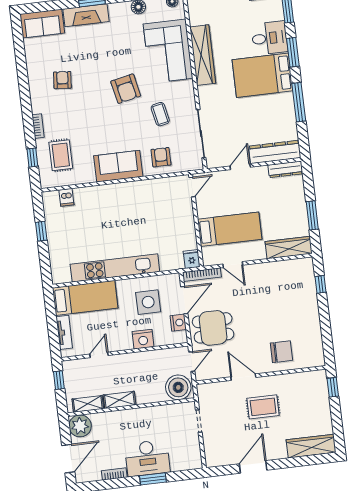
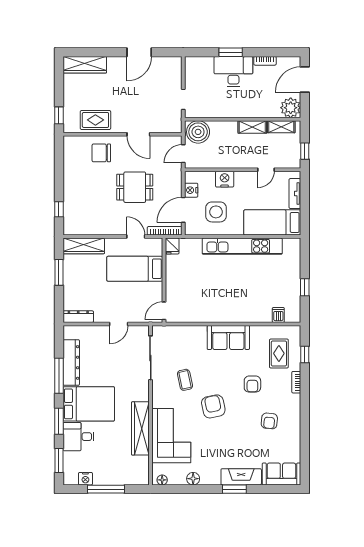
dresser: (275, 152) -> (71, 362), moved, turned -90
armchair: (161, 157) -> (252, 384), moved
dining table: (213, 328) -> (135, 187), moved
rug: (263, 407) -> (95, 120), moved

